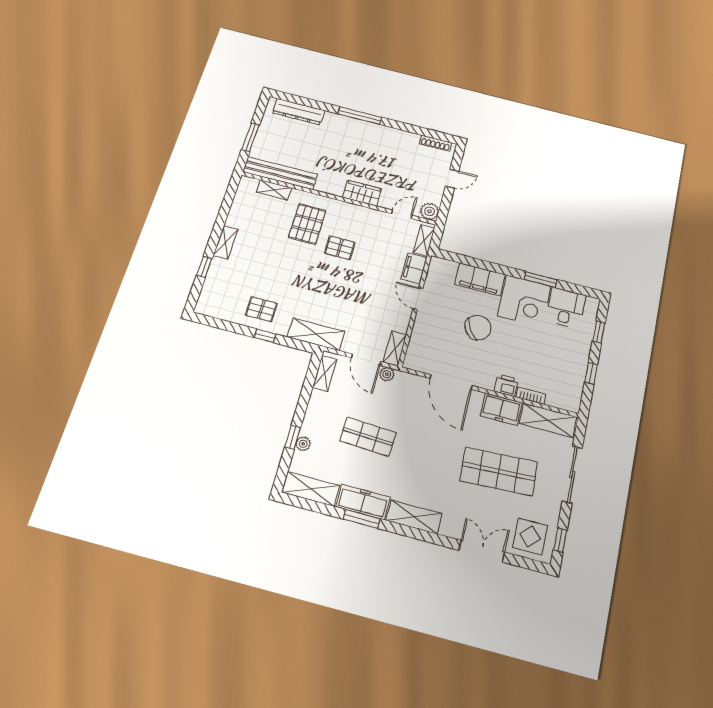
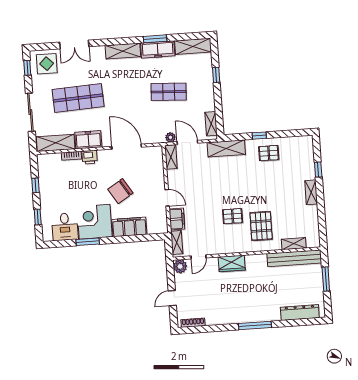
plant: (303, 444) -> (208, 73), removed

